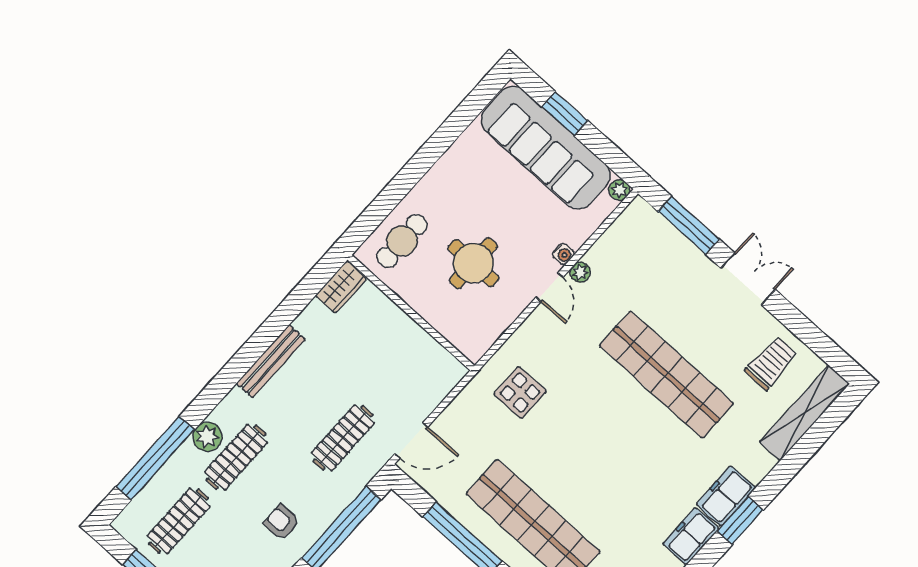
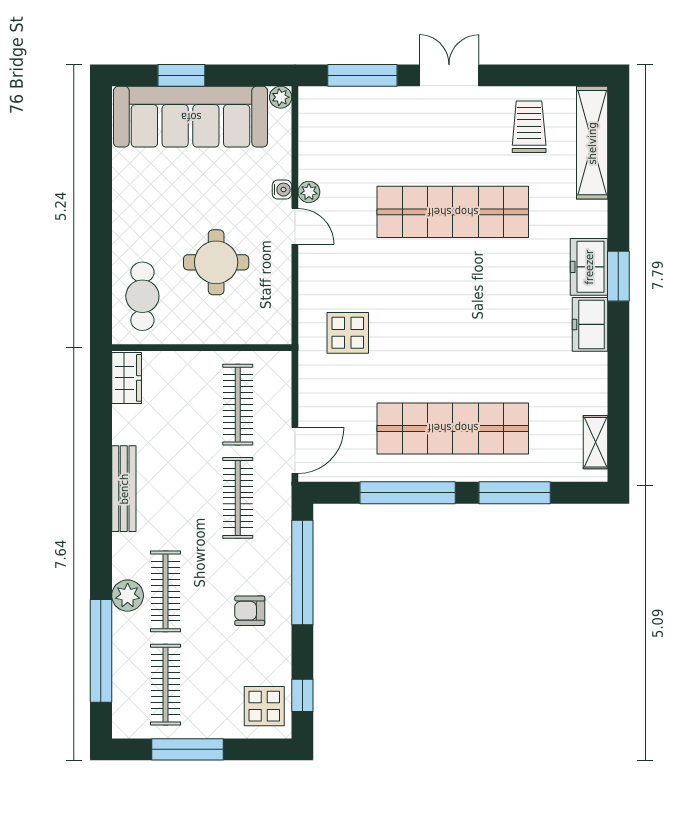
clothes rail: (400, 374) -> (238, 405), added

